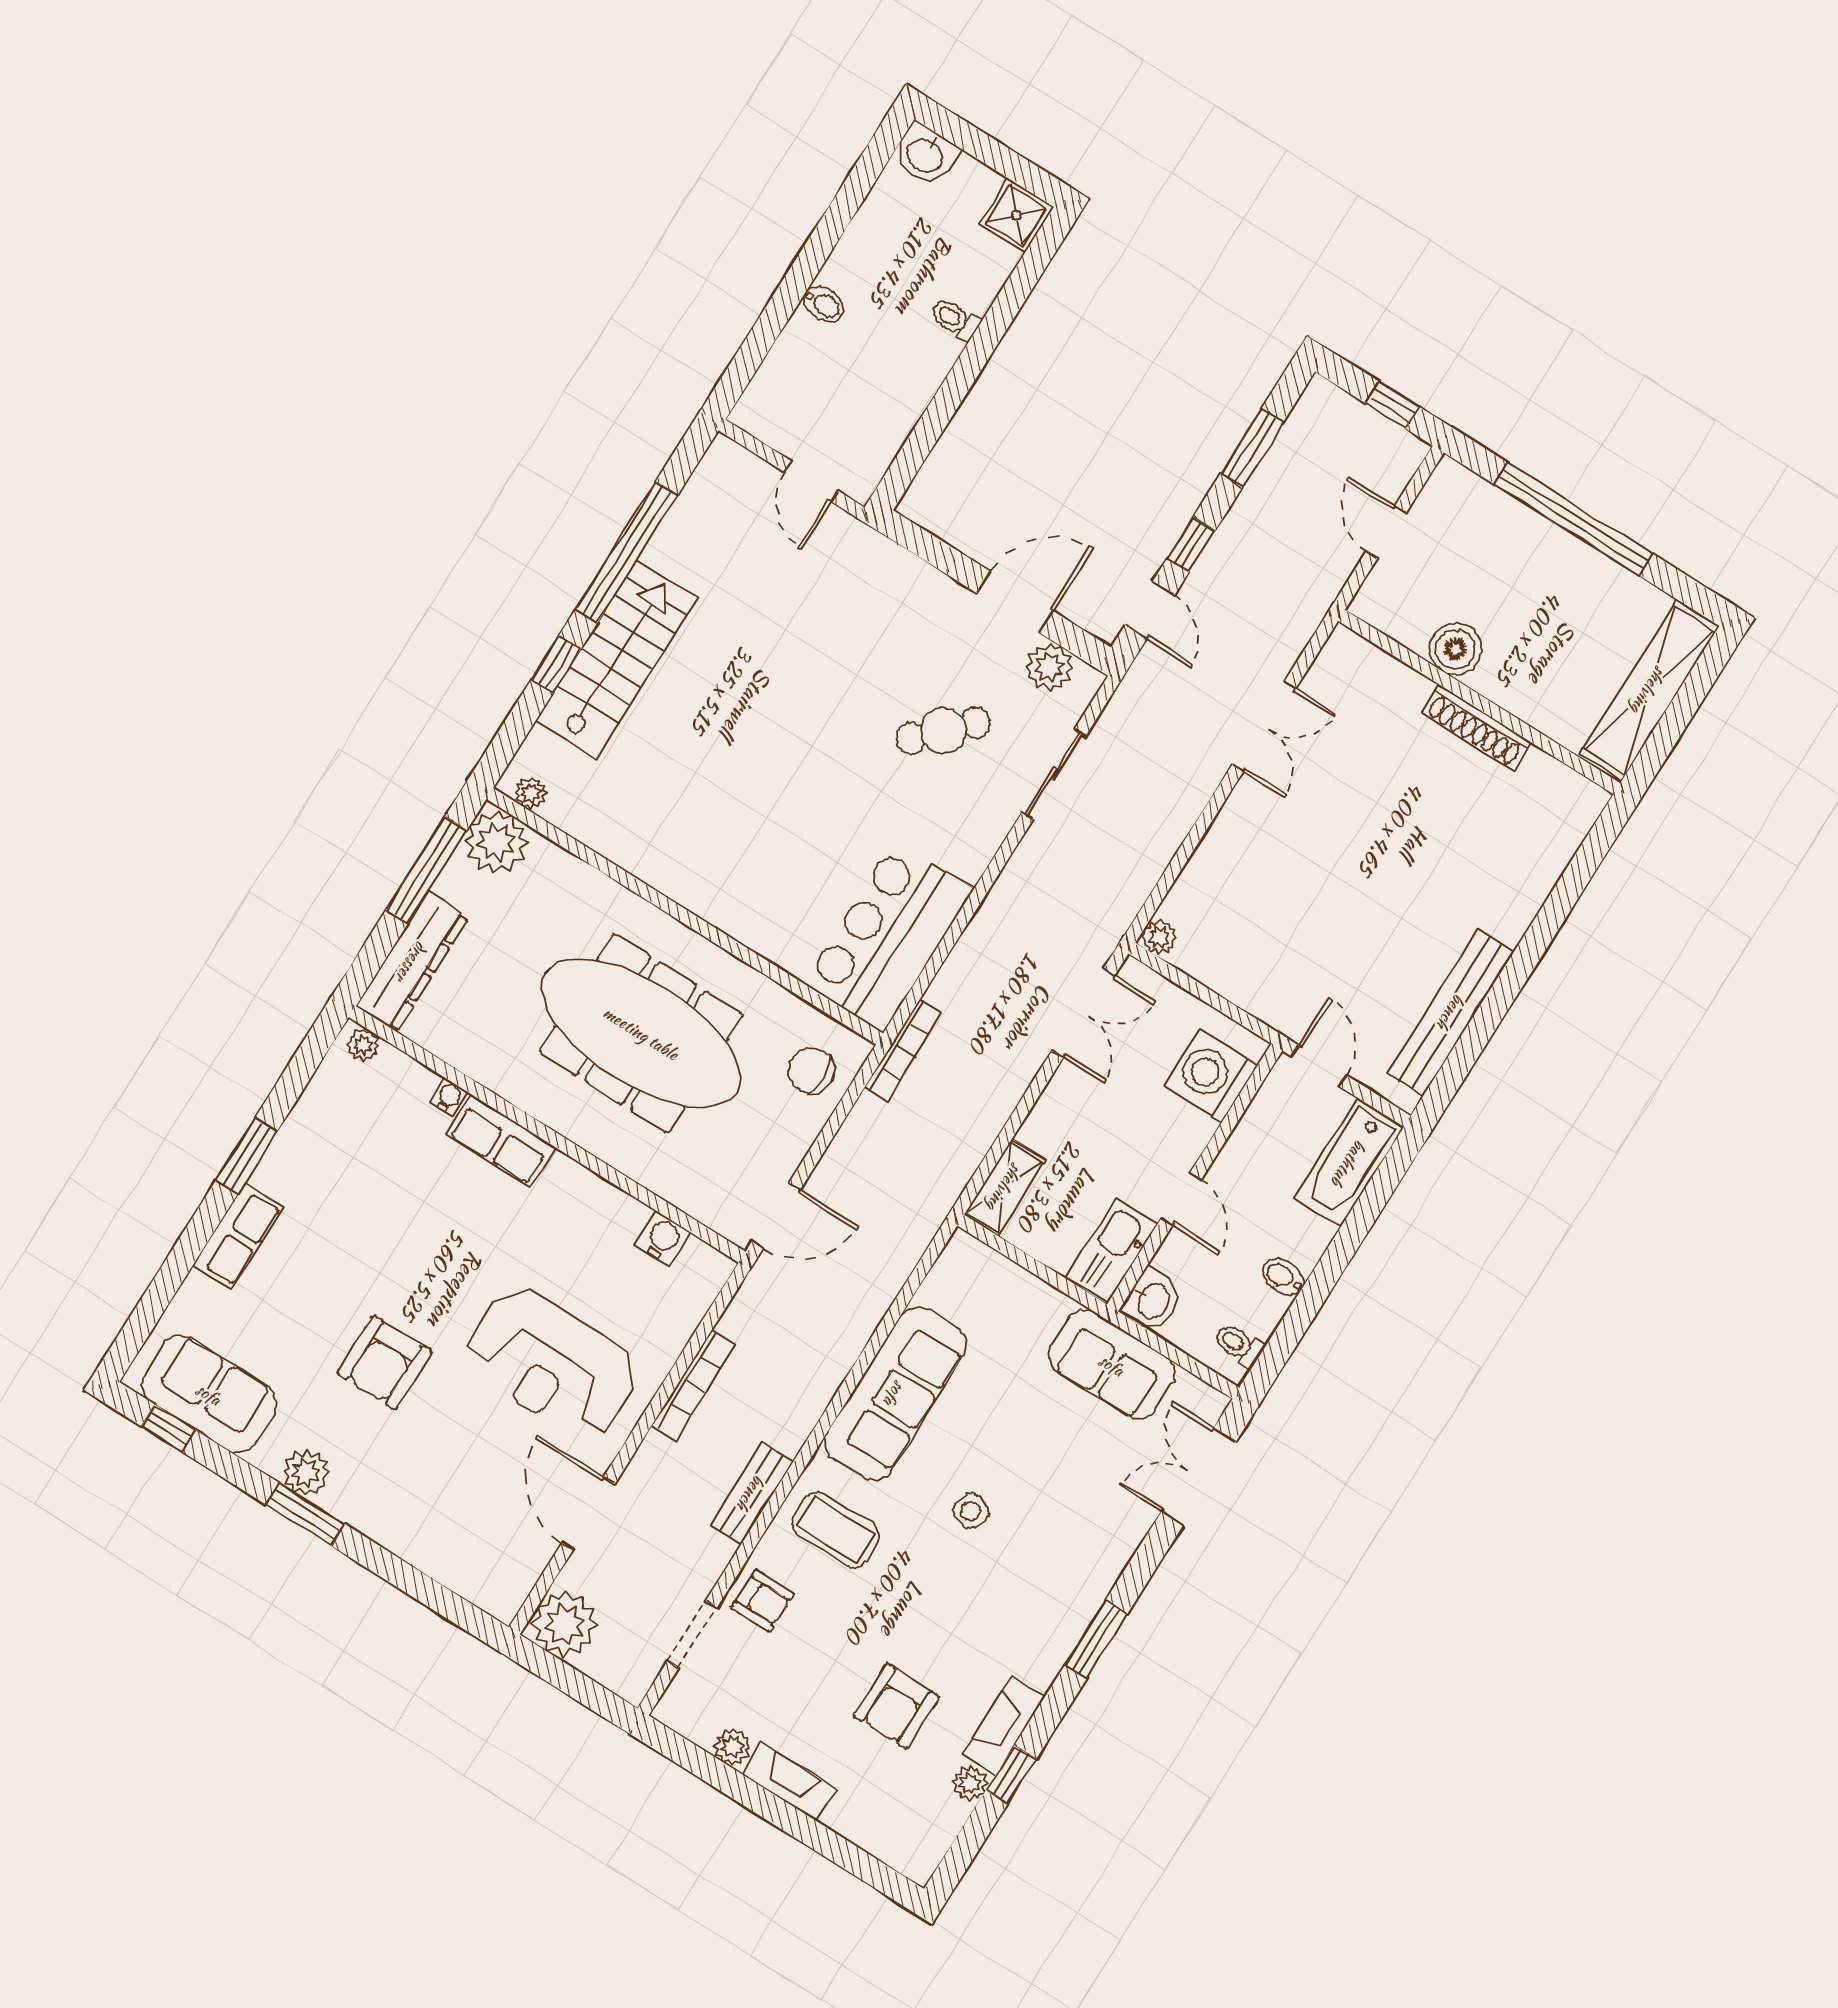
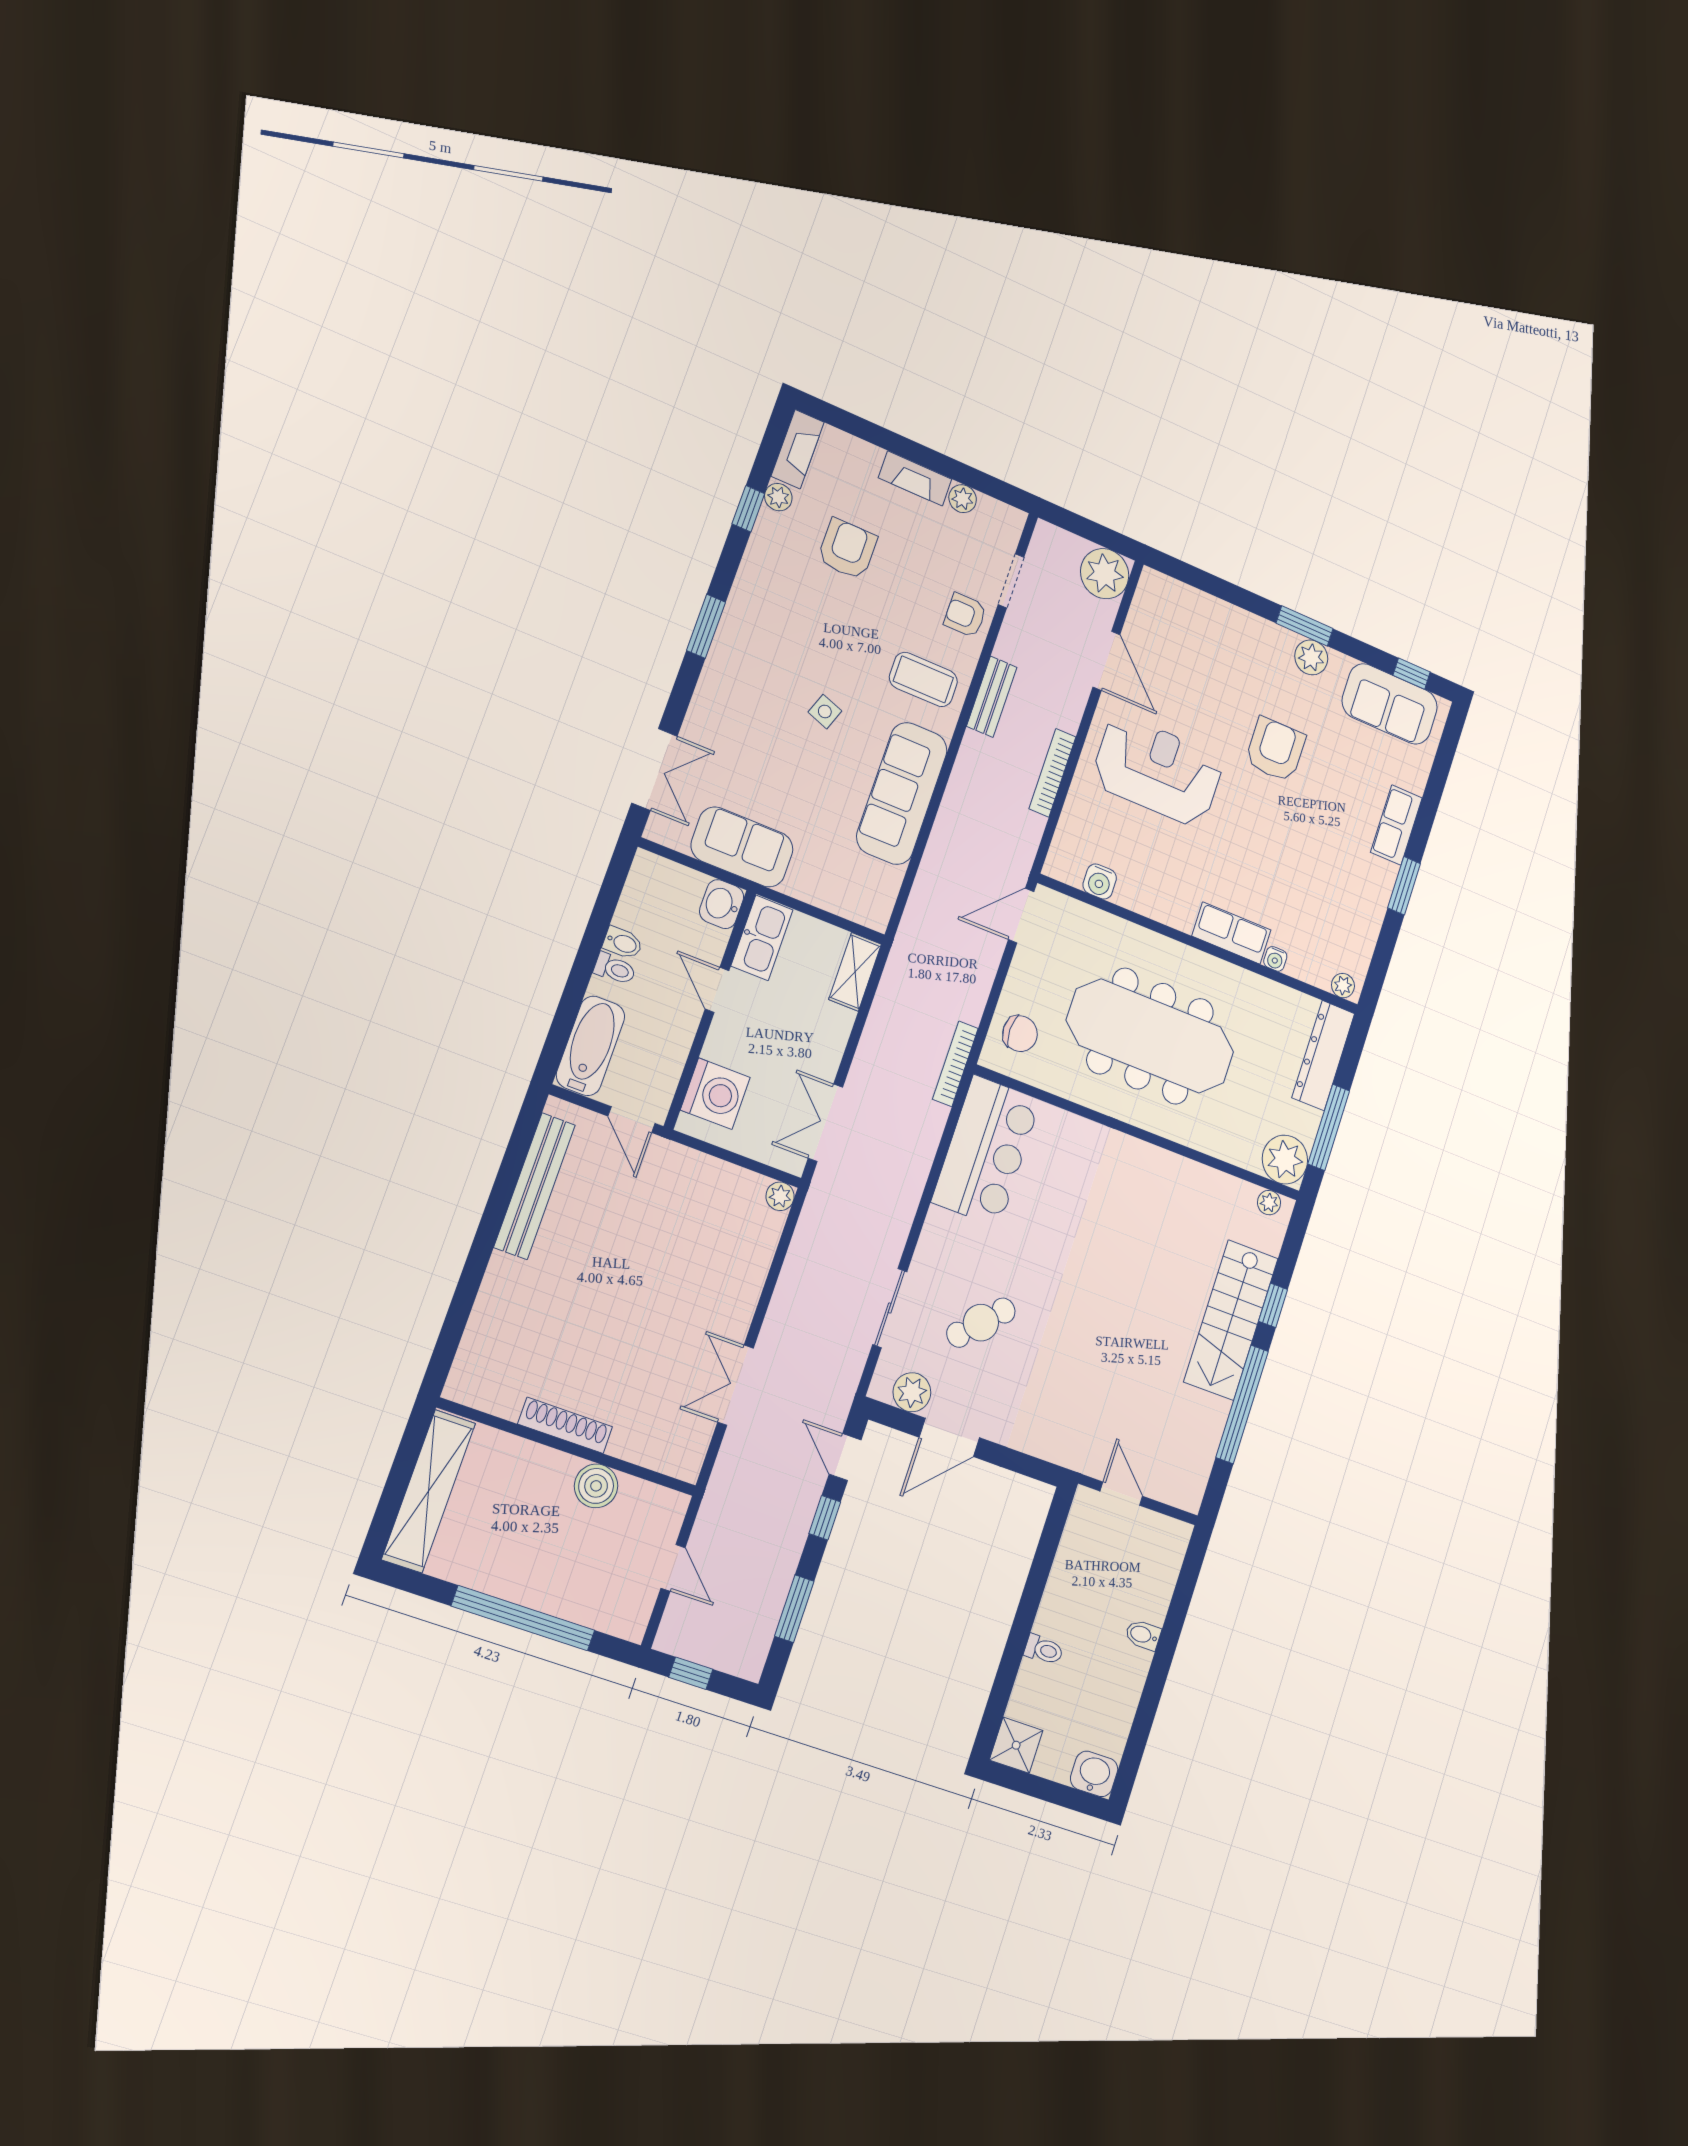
toilet: (1239, 1345) -> (615, 969), moved
fireplace: (1004, 1725) -> (798, 449), moved

